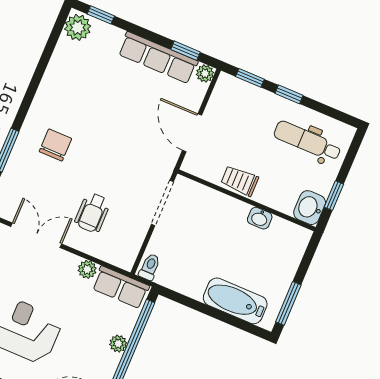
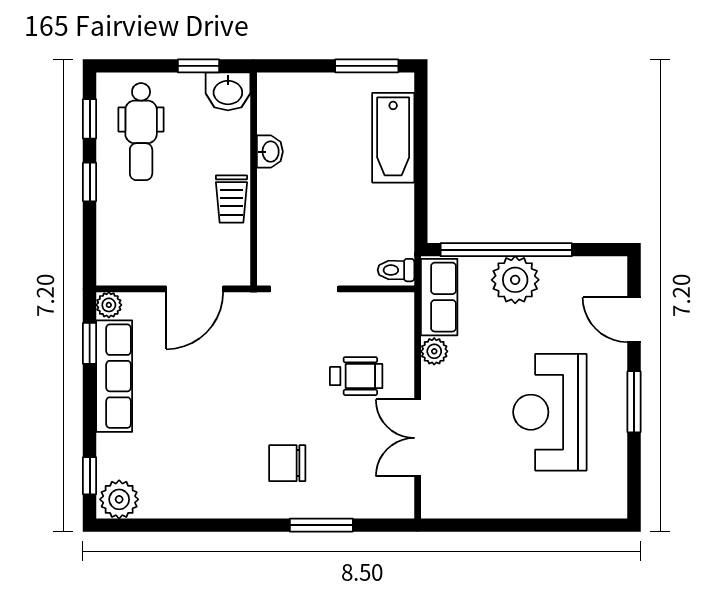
window: (250, 78) -> (90, 119), moved
plant: (118, 344) -> (515, 280), width x1.87, depth x1.87

